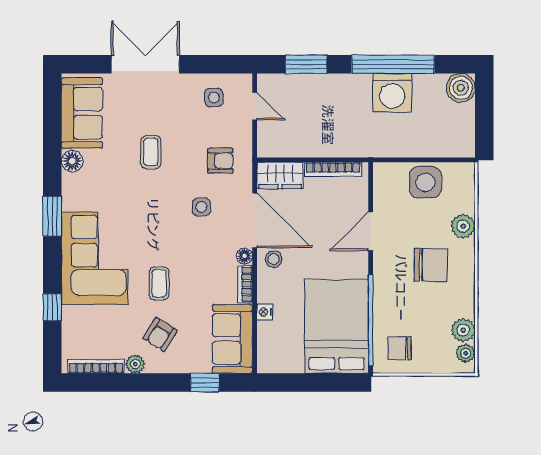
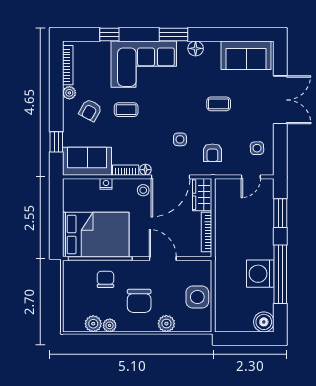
floor lamp: (72, 161) -> (196, 48), moved
armchair: (160, 334) -> (90, 110), turned -93
chair: (399, 348) -> (105, 279), moved
plant: (466, 353) -> (110, 325), moved

